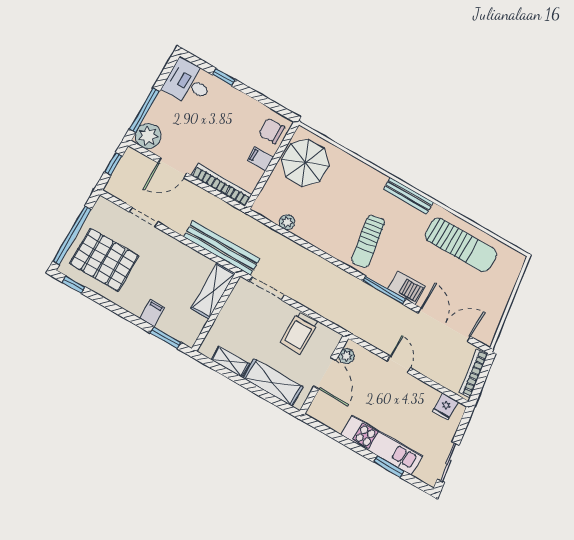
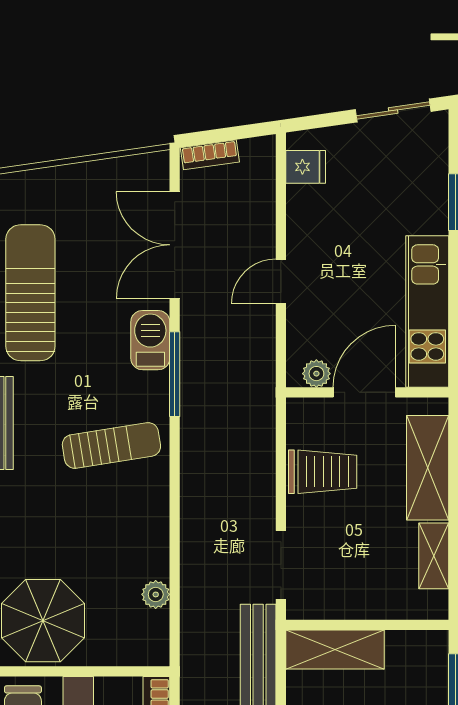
bookcase: (474, 373) -> (210, 155), width x0.64
kitchen unit: (382, 445) -> (427, 312), moved

